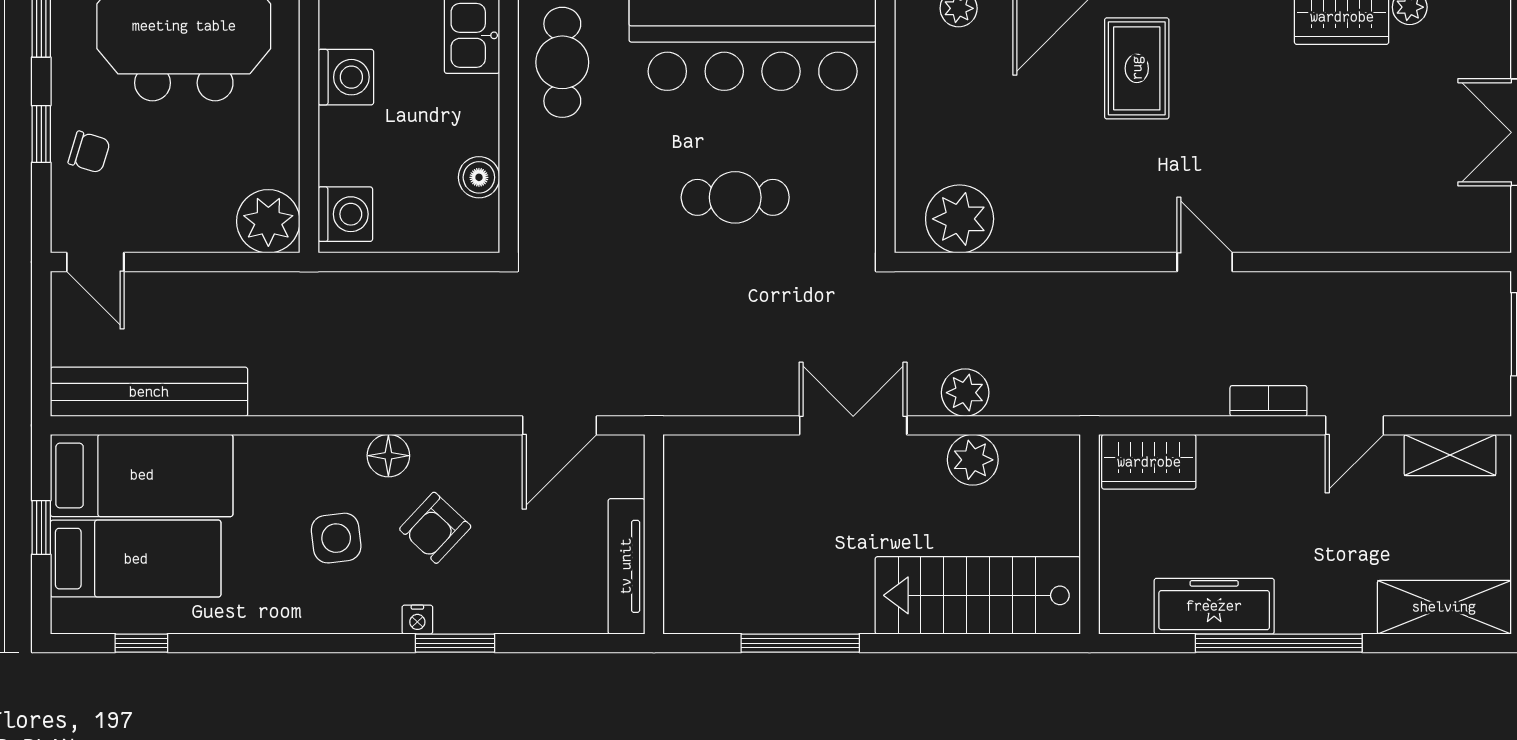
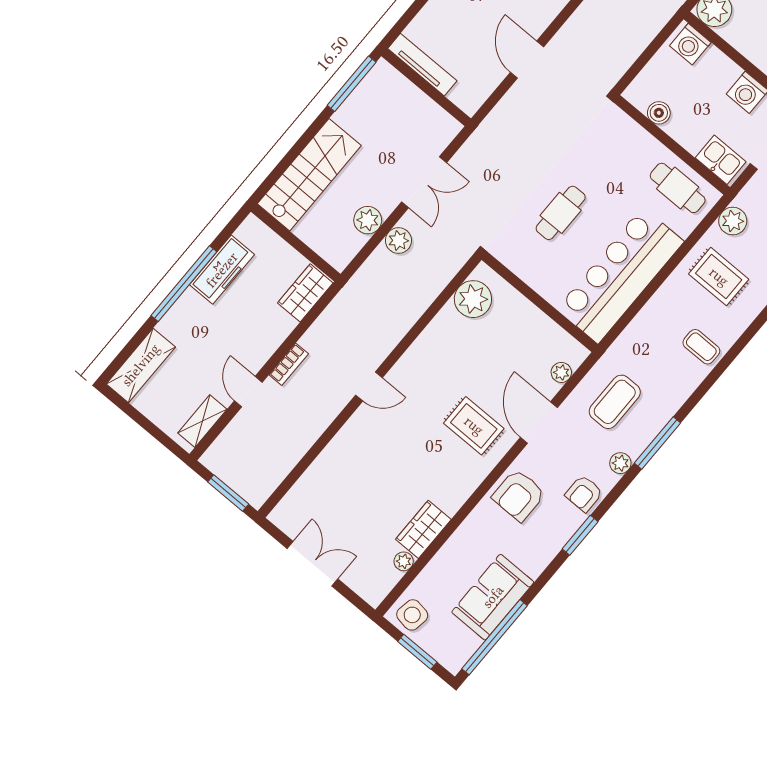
wall: (654, 534) -> (426, 87), moved
tv unit: (626, 566) -> (422, 65), moved

